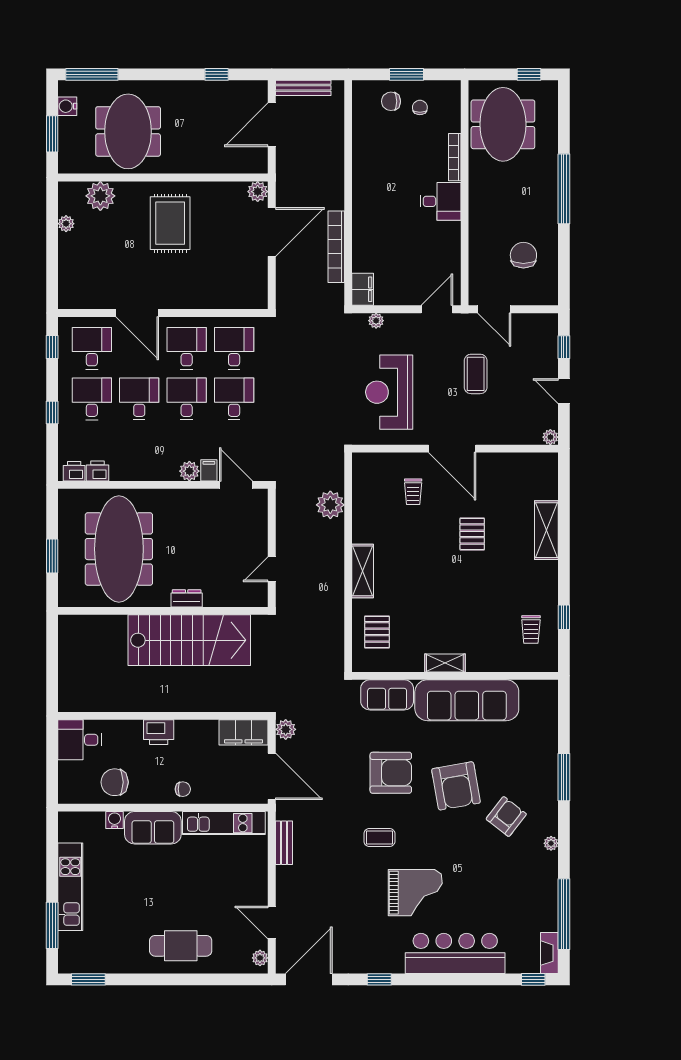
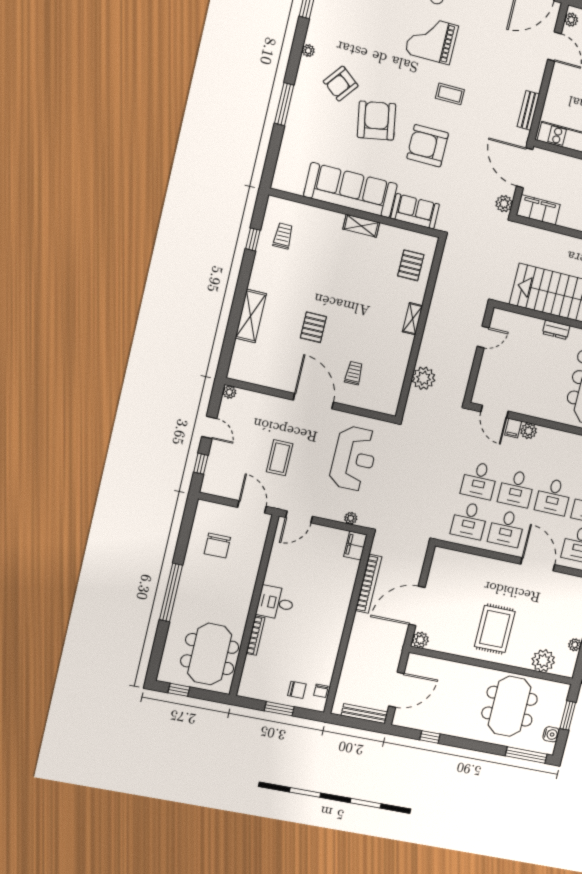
chair: (420, 107) -> (321, 691), moved
shelving: (363, 571) -> (413, 319), width x0.67, depth x0.75

